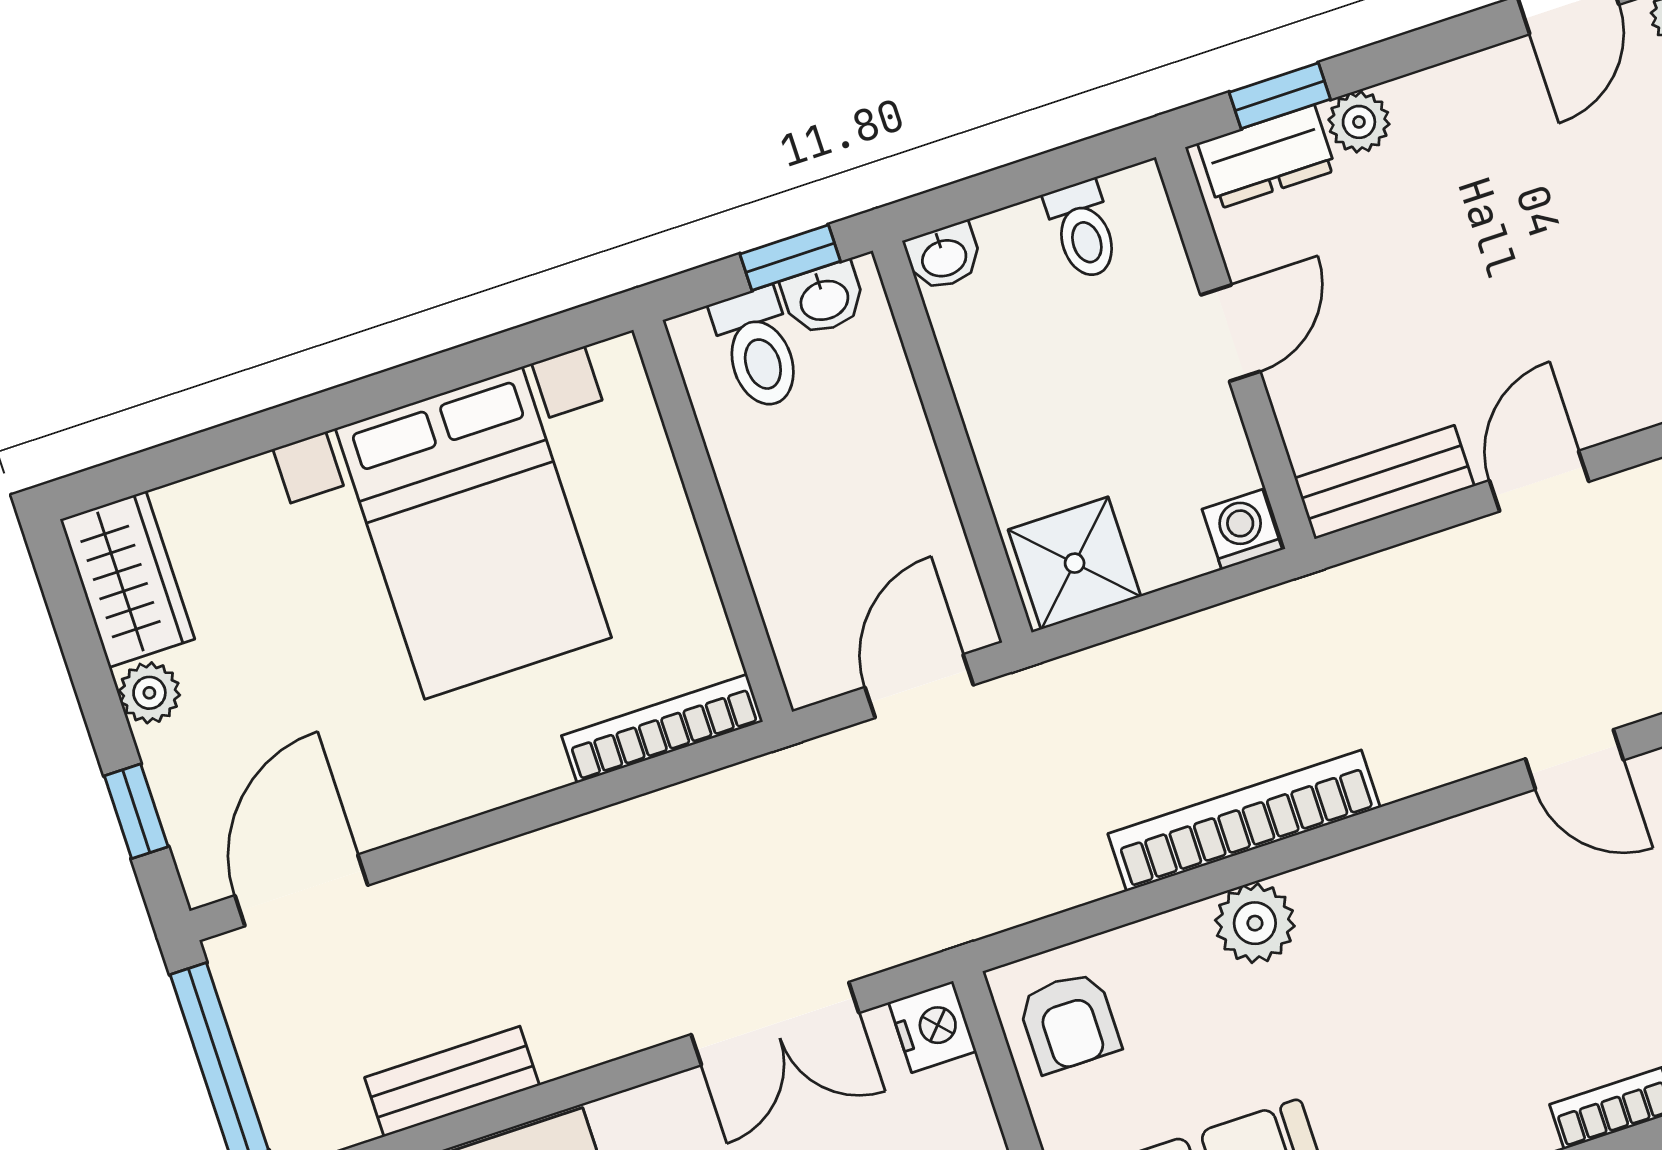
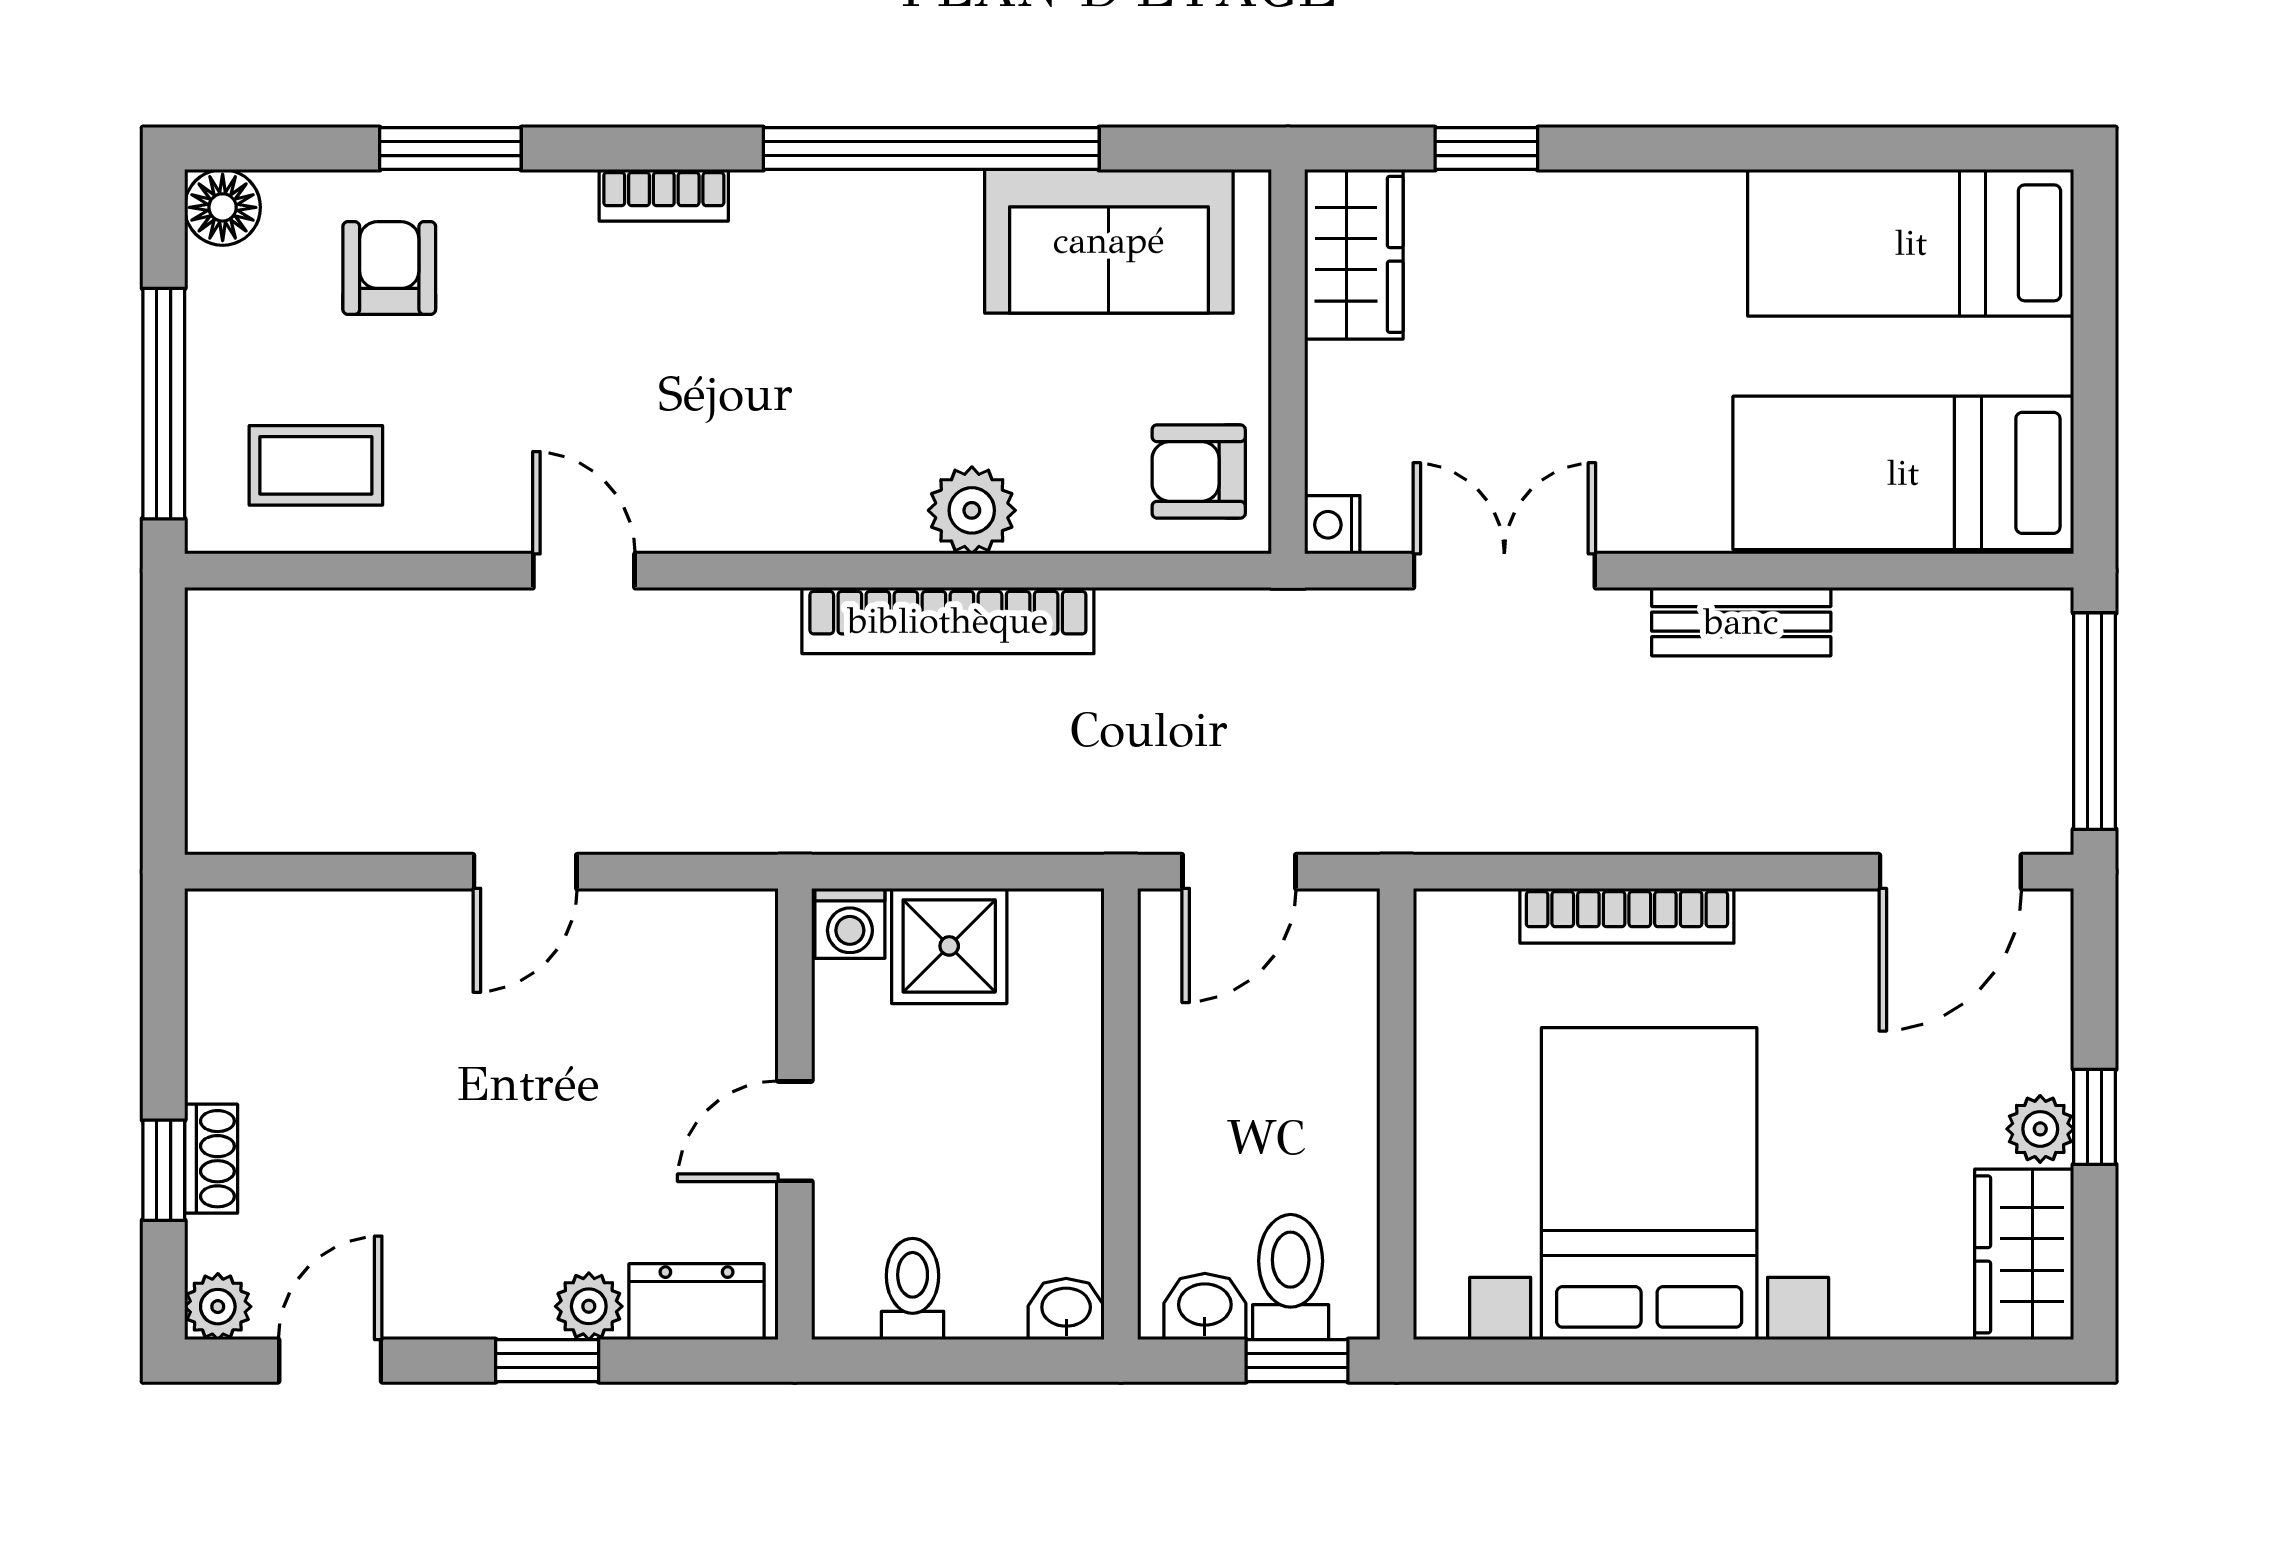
window: (1280, 96) -> (547, 1361), moved
window: (790, 258) -> (1297, 1361), moved
bench: (1385, 482) -> (686, 924), removed
shower: (1075, 563) -> (949, 946), moved
bookcase: (662, 729) -> (1627, 916), moved
window: (136, 811) -> (2095, 1117), moved
armchair: (1069, 1022) -> (1199, 471), turned -90
nightstand: (933, 1027) -> (1332, 525), width x0.72, depth x0.74
bench: (452, 1081) -> (1741, 622), moved

